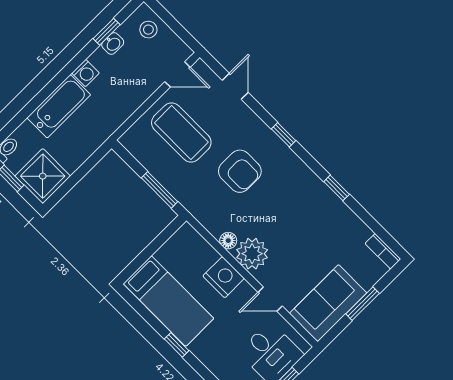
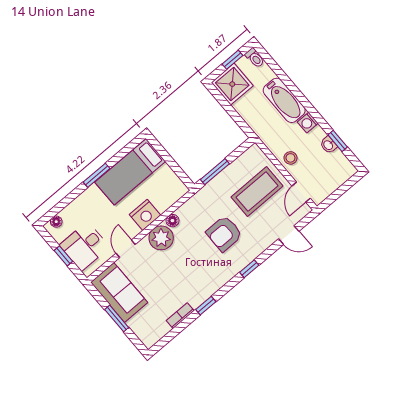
stool: (148, 30) -> (290, 158), moved
bookcase: (383, 251) -> (180, 316), moved
window: (177, 345) -> (97, 175), width x1.50

